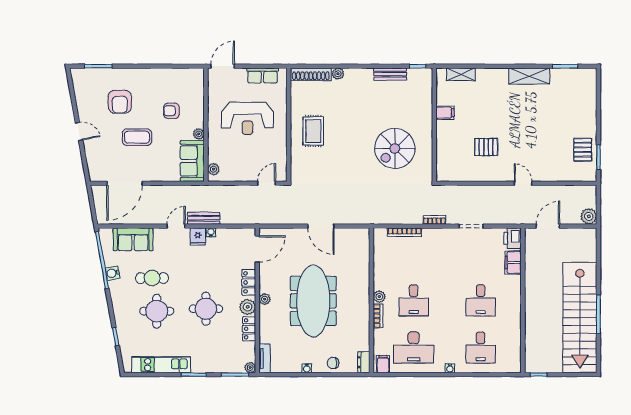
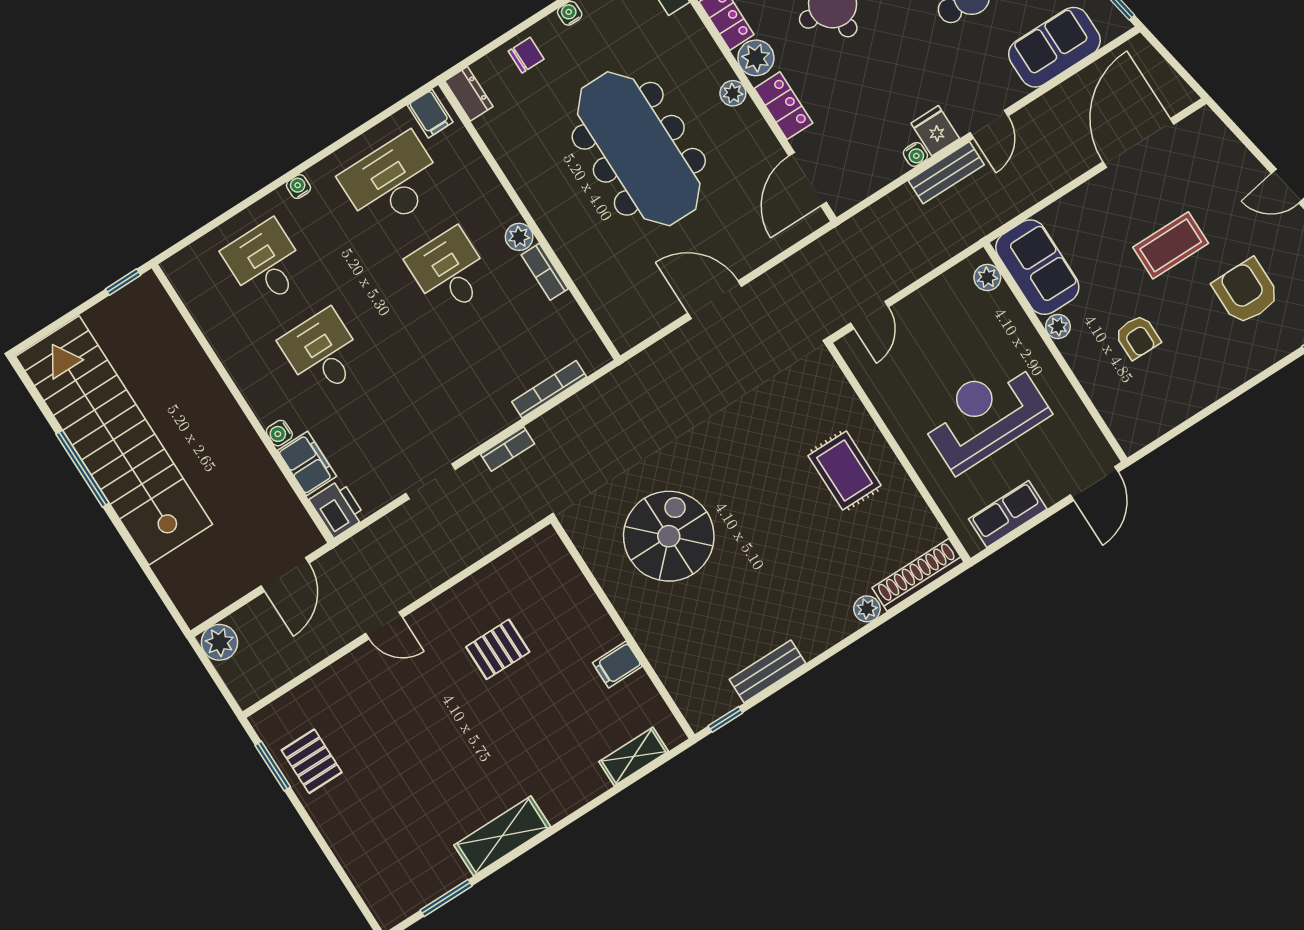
armchair: (171, 111) -> (1138, 337), turned 90
water cooler: (516, 281) -> (279, 433), added
bookcase: (378, 316) -> (545, 272), moved

